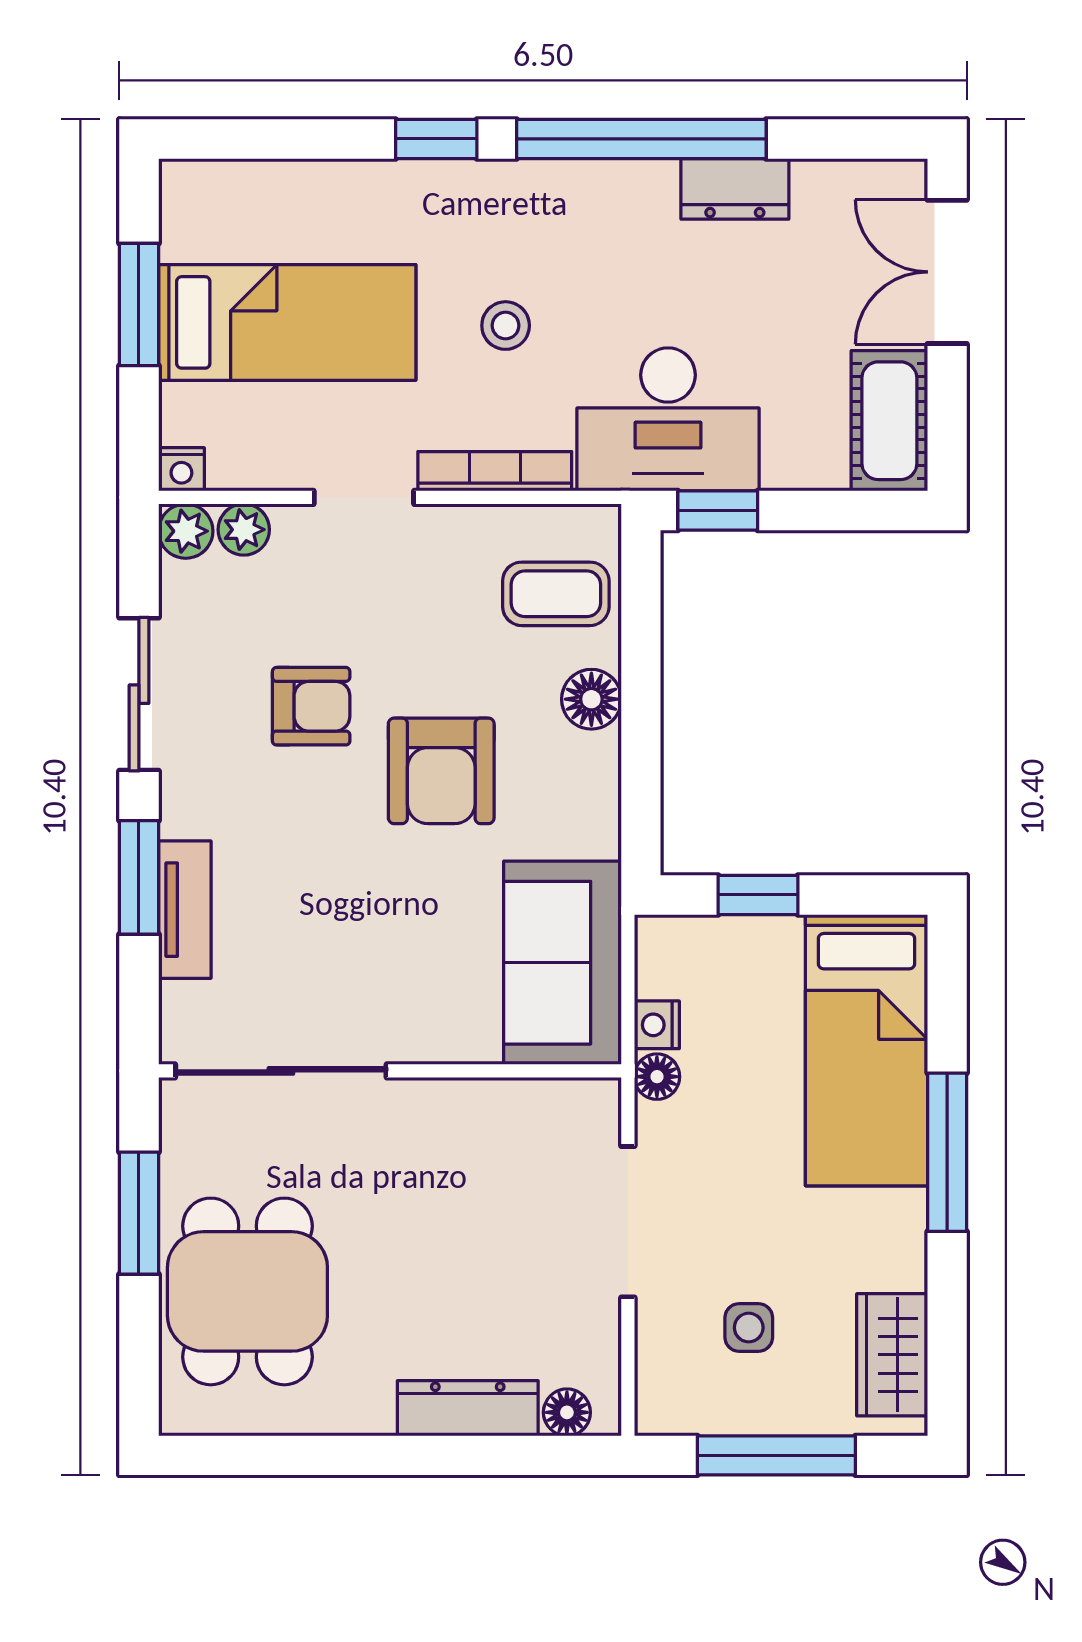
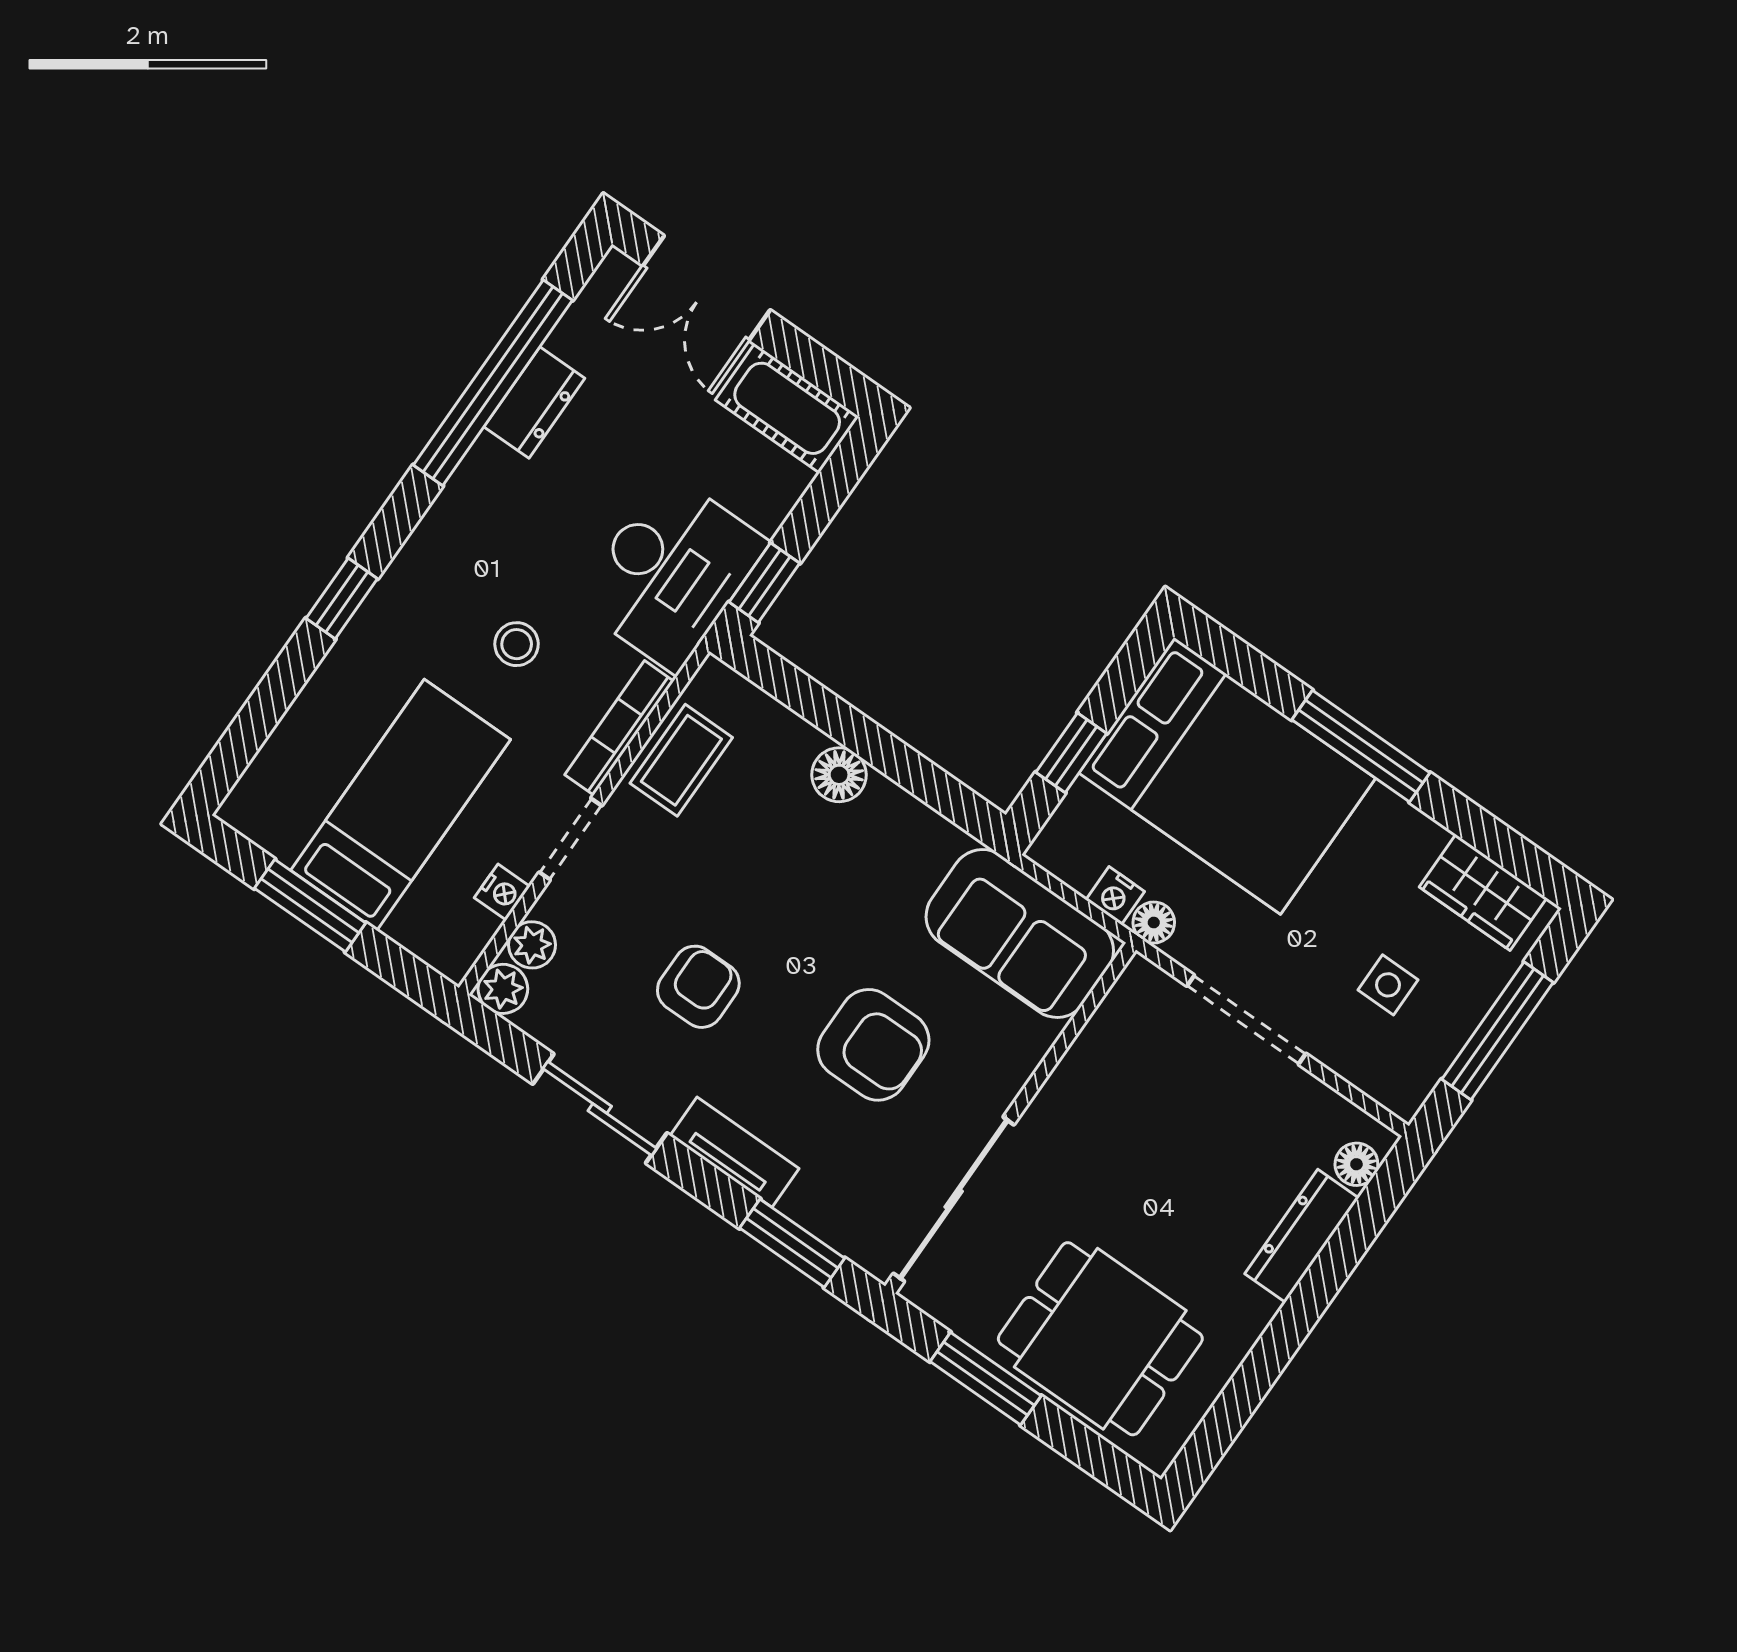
window: (641, 139) -> (493, 383), moved
nightstand: (181, 469) -> (502, 892), moved
coffee table: (556, 594) -> (681, 760), moved
armchair: (441, 771) -> (873, 1045), moved
window: (139, 877) -> (792, 1243), moved
tv unit: (185, 910) -> (735, 1152), moved
bed: (867, 1050) -> (1227, 776), width x1.50

